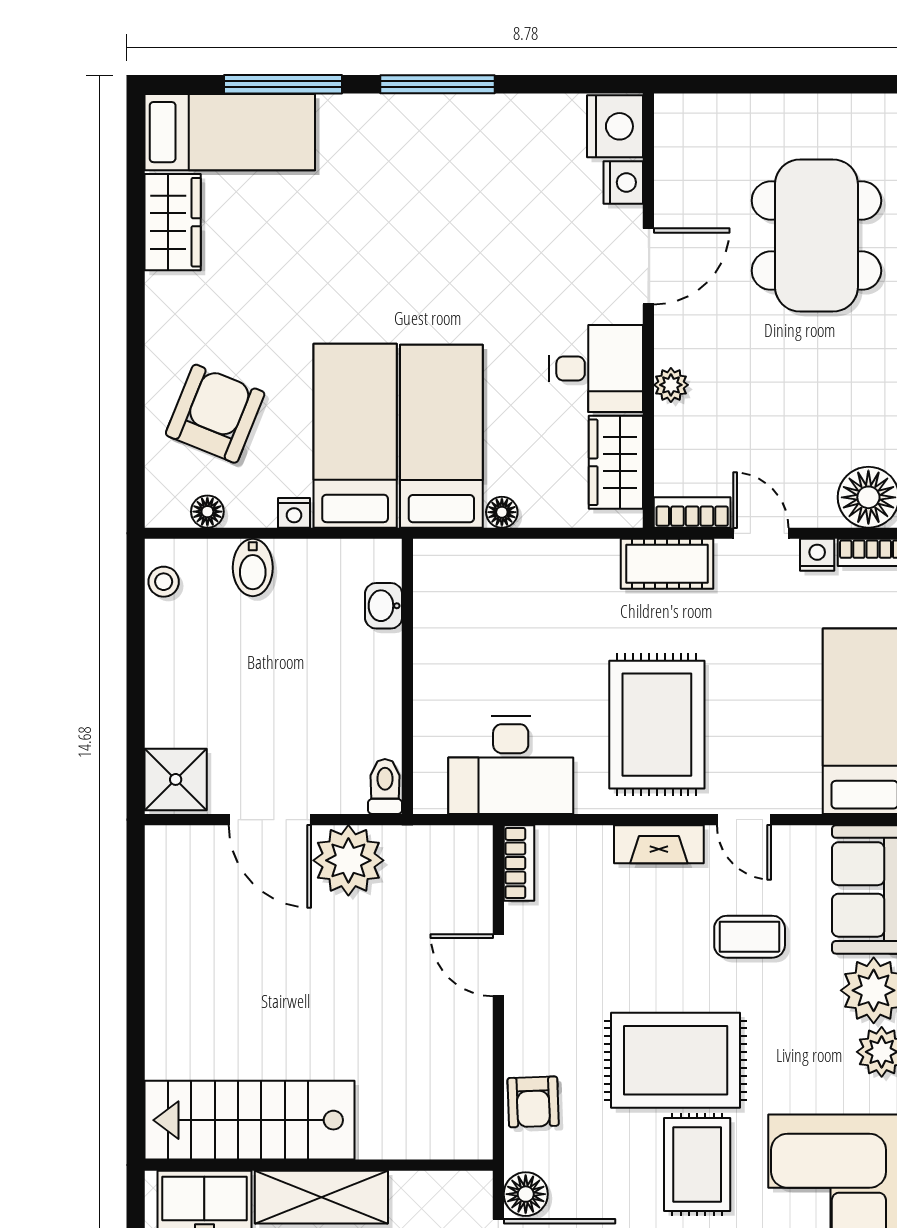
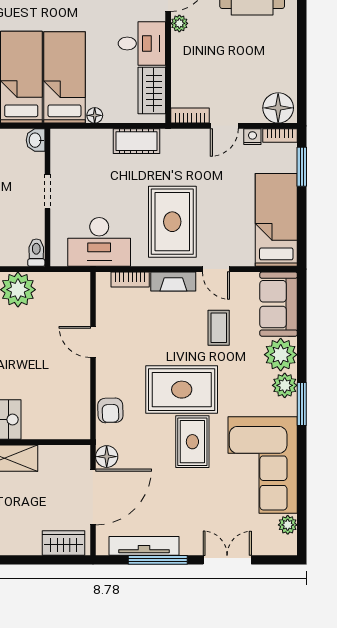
plant: (671, 385) -> (179, 23), moved
door: (761, 533) -> (224, 126), swing flipped
cot: (667, 564) -> (137, 141), moved
washbasin: (384, 606) -> (36, 140), moved
doorway: (407, 664) -> (48, 191), added
bookcase: (519, 863) -> (130, 280), moved, turned 90
coffee table: (750, 937) -> (219, 328), turned 90

